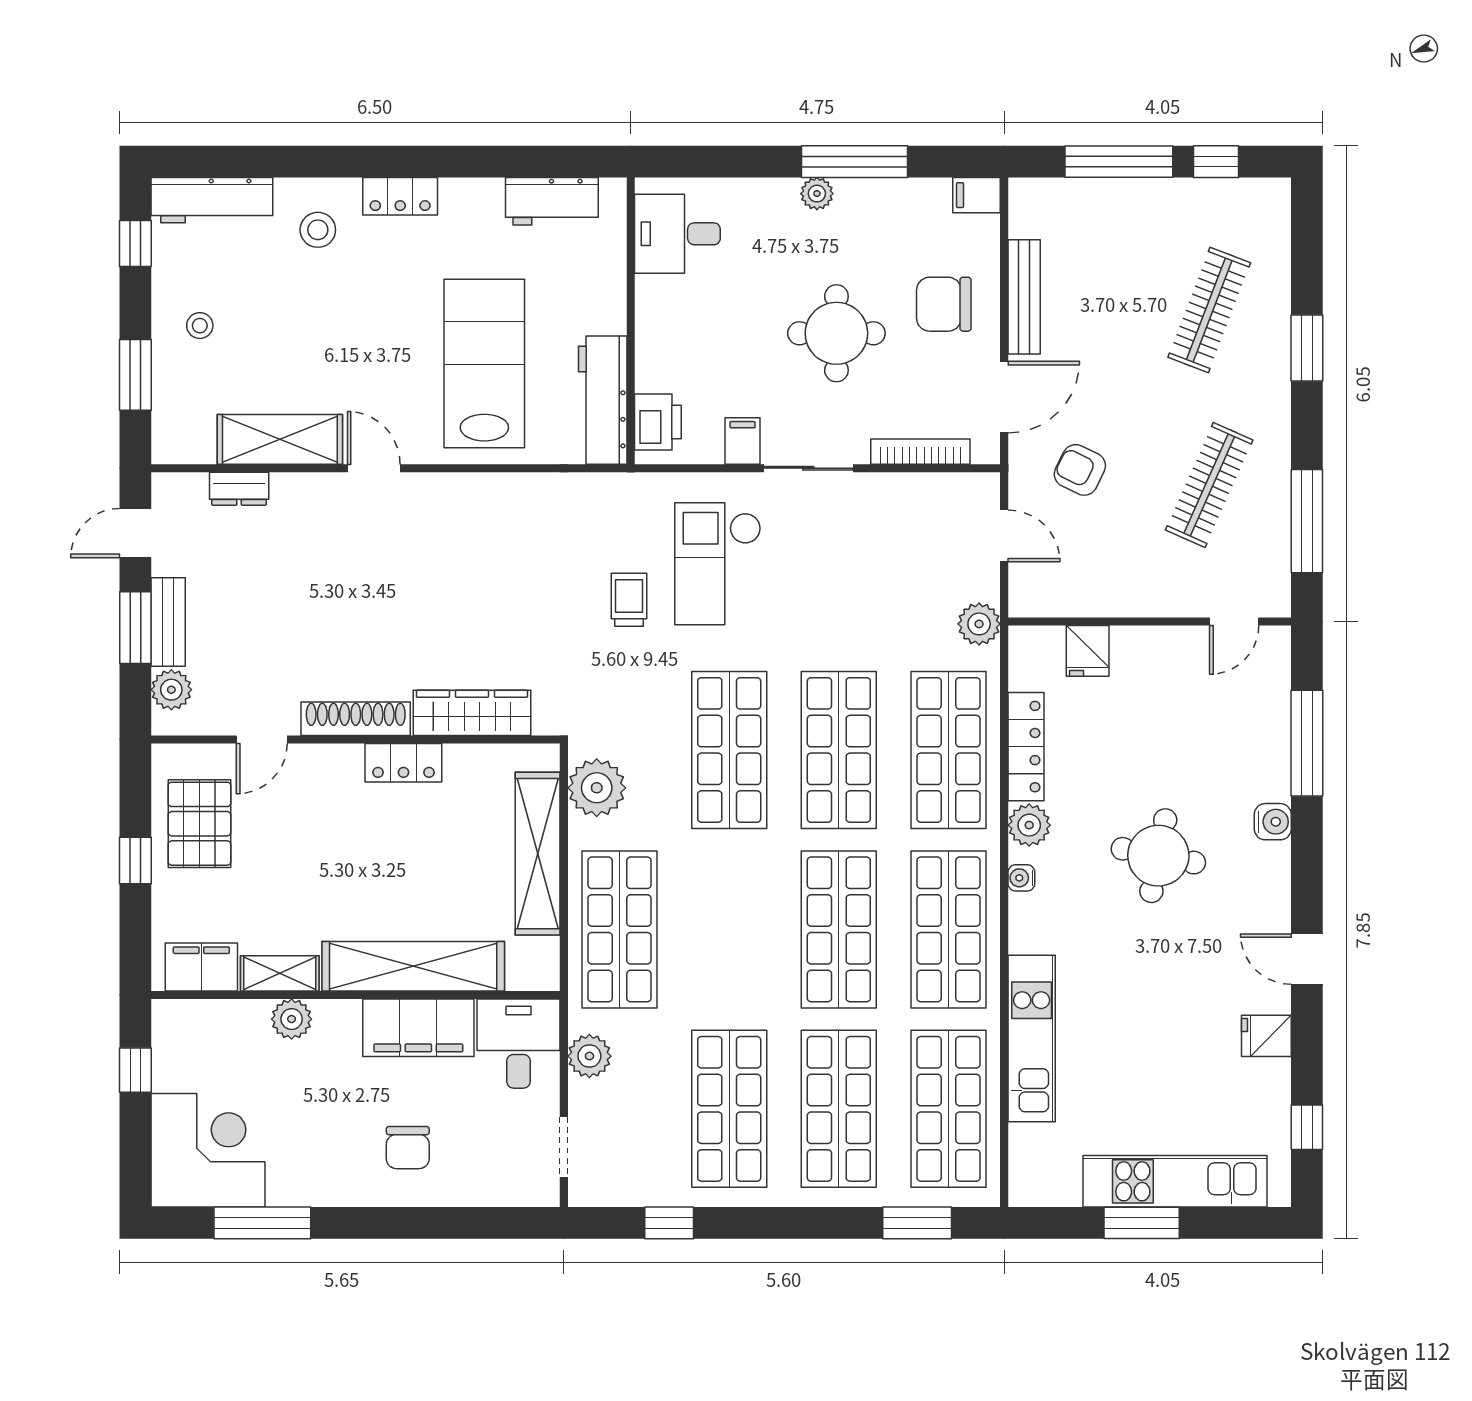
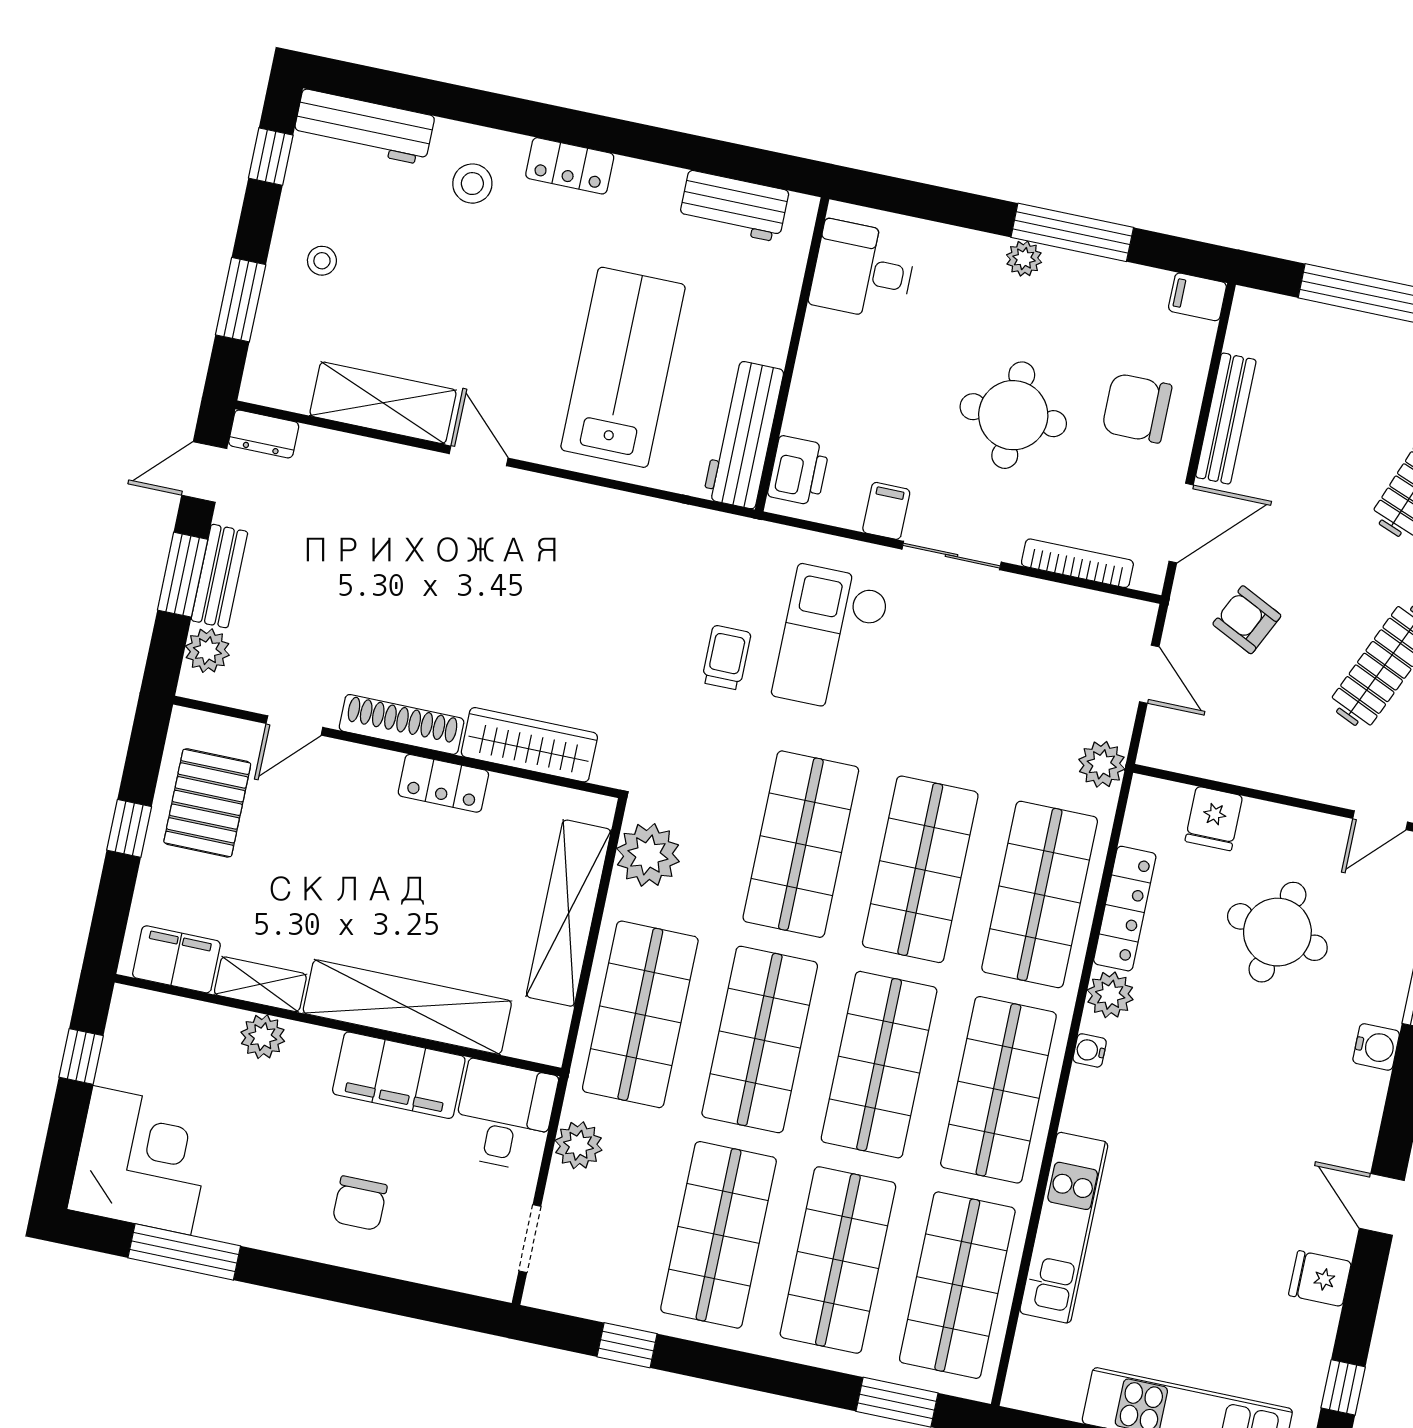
dresser: (239, 489) -> (264, 434), moved
round table: (1158, 856) -> (1277, 932), moved
shop shelf: (729, 929) -> (760, 1039), added

